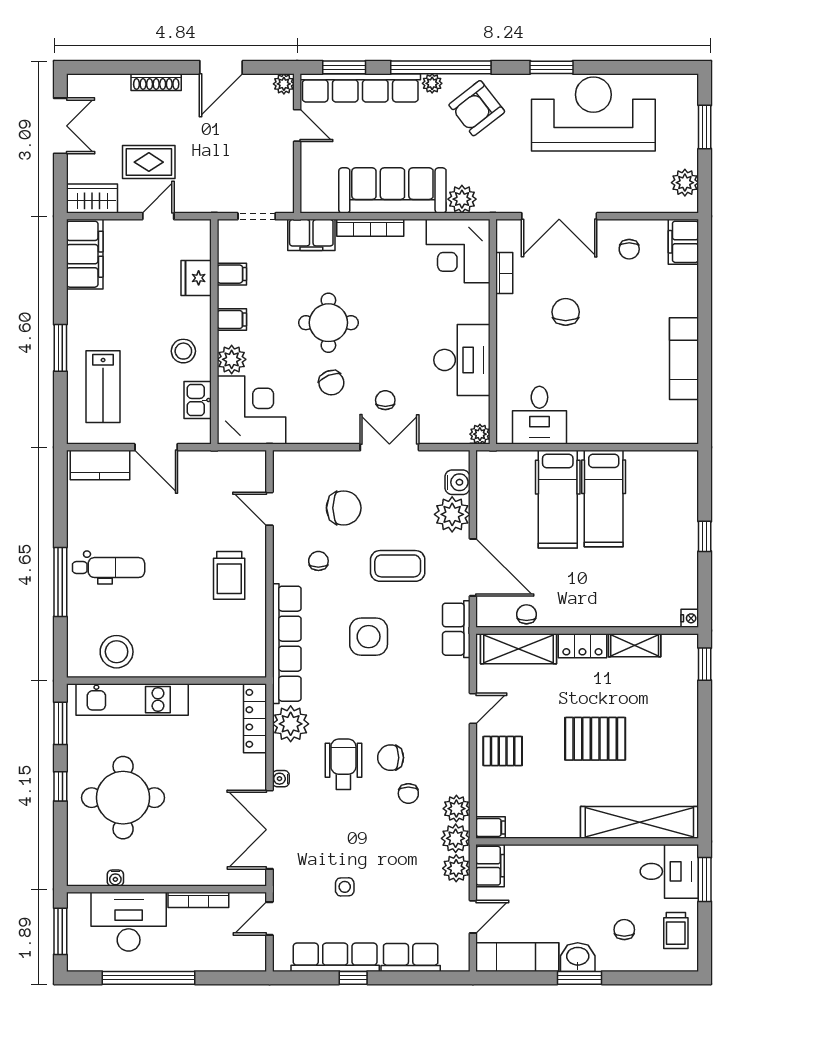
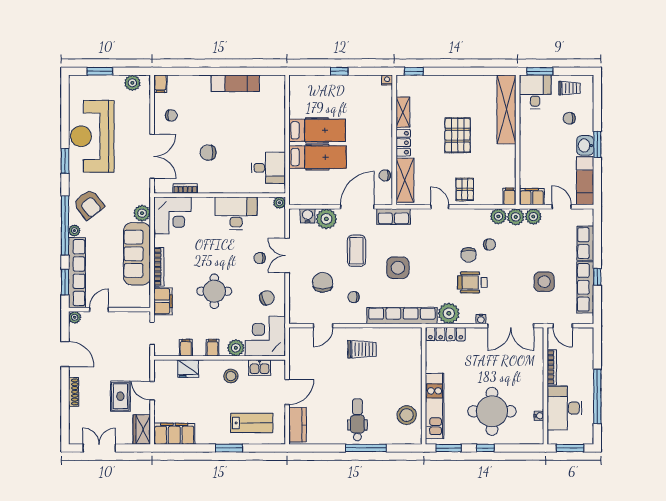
filing cabinet: (683, 242) -> (160, 84), width x0.50
chair: (331, 383) -> (267, 298), moved
side table: (345, 887) -> (544, 282), width x1.87, depth x1.87

